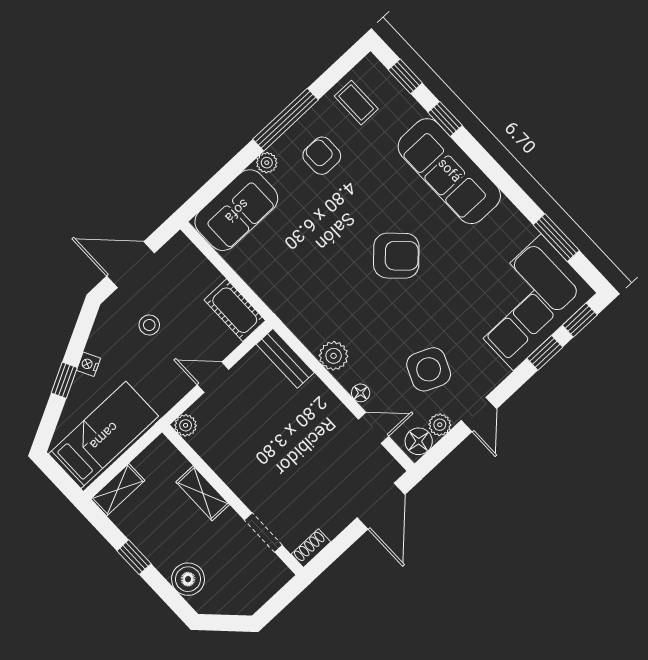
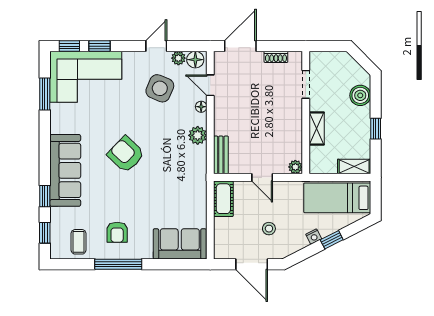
plant: (267, 163) -> (145, 253), removed
shoe rack: (311, 548) -> (276, 57), moved

